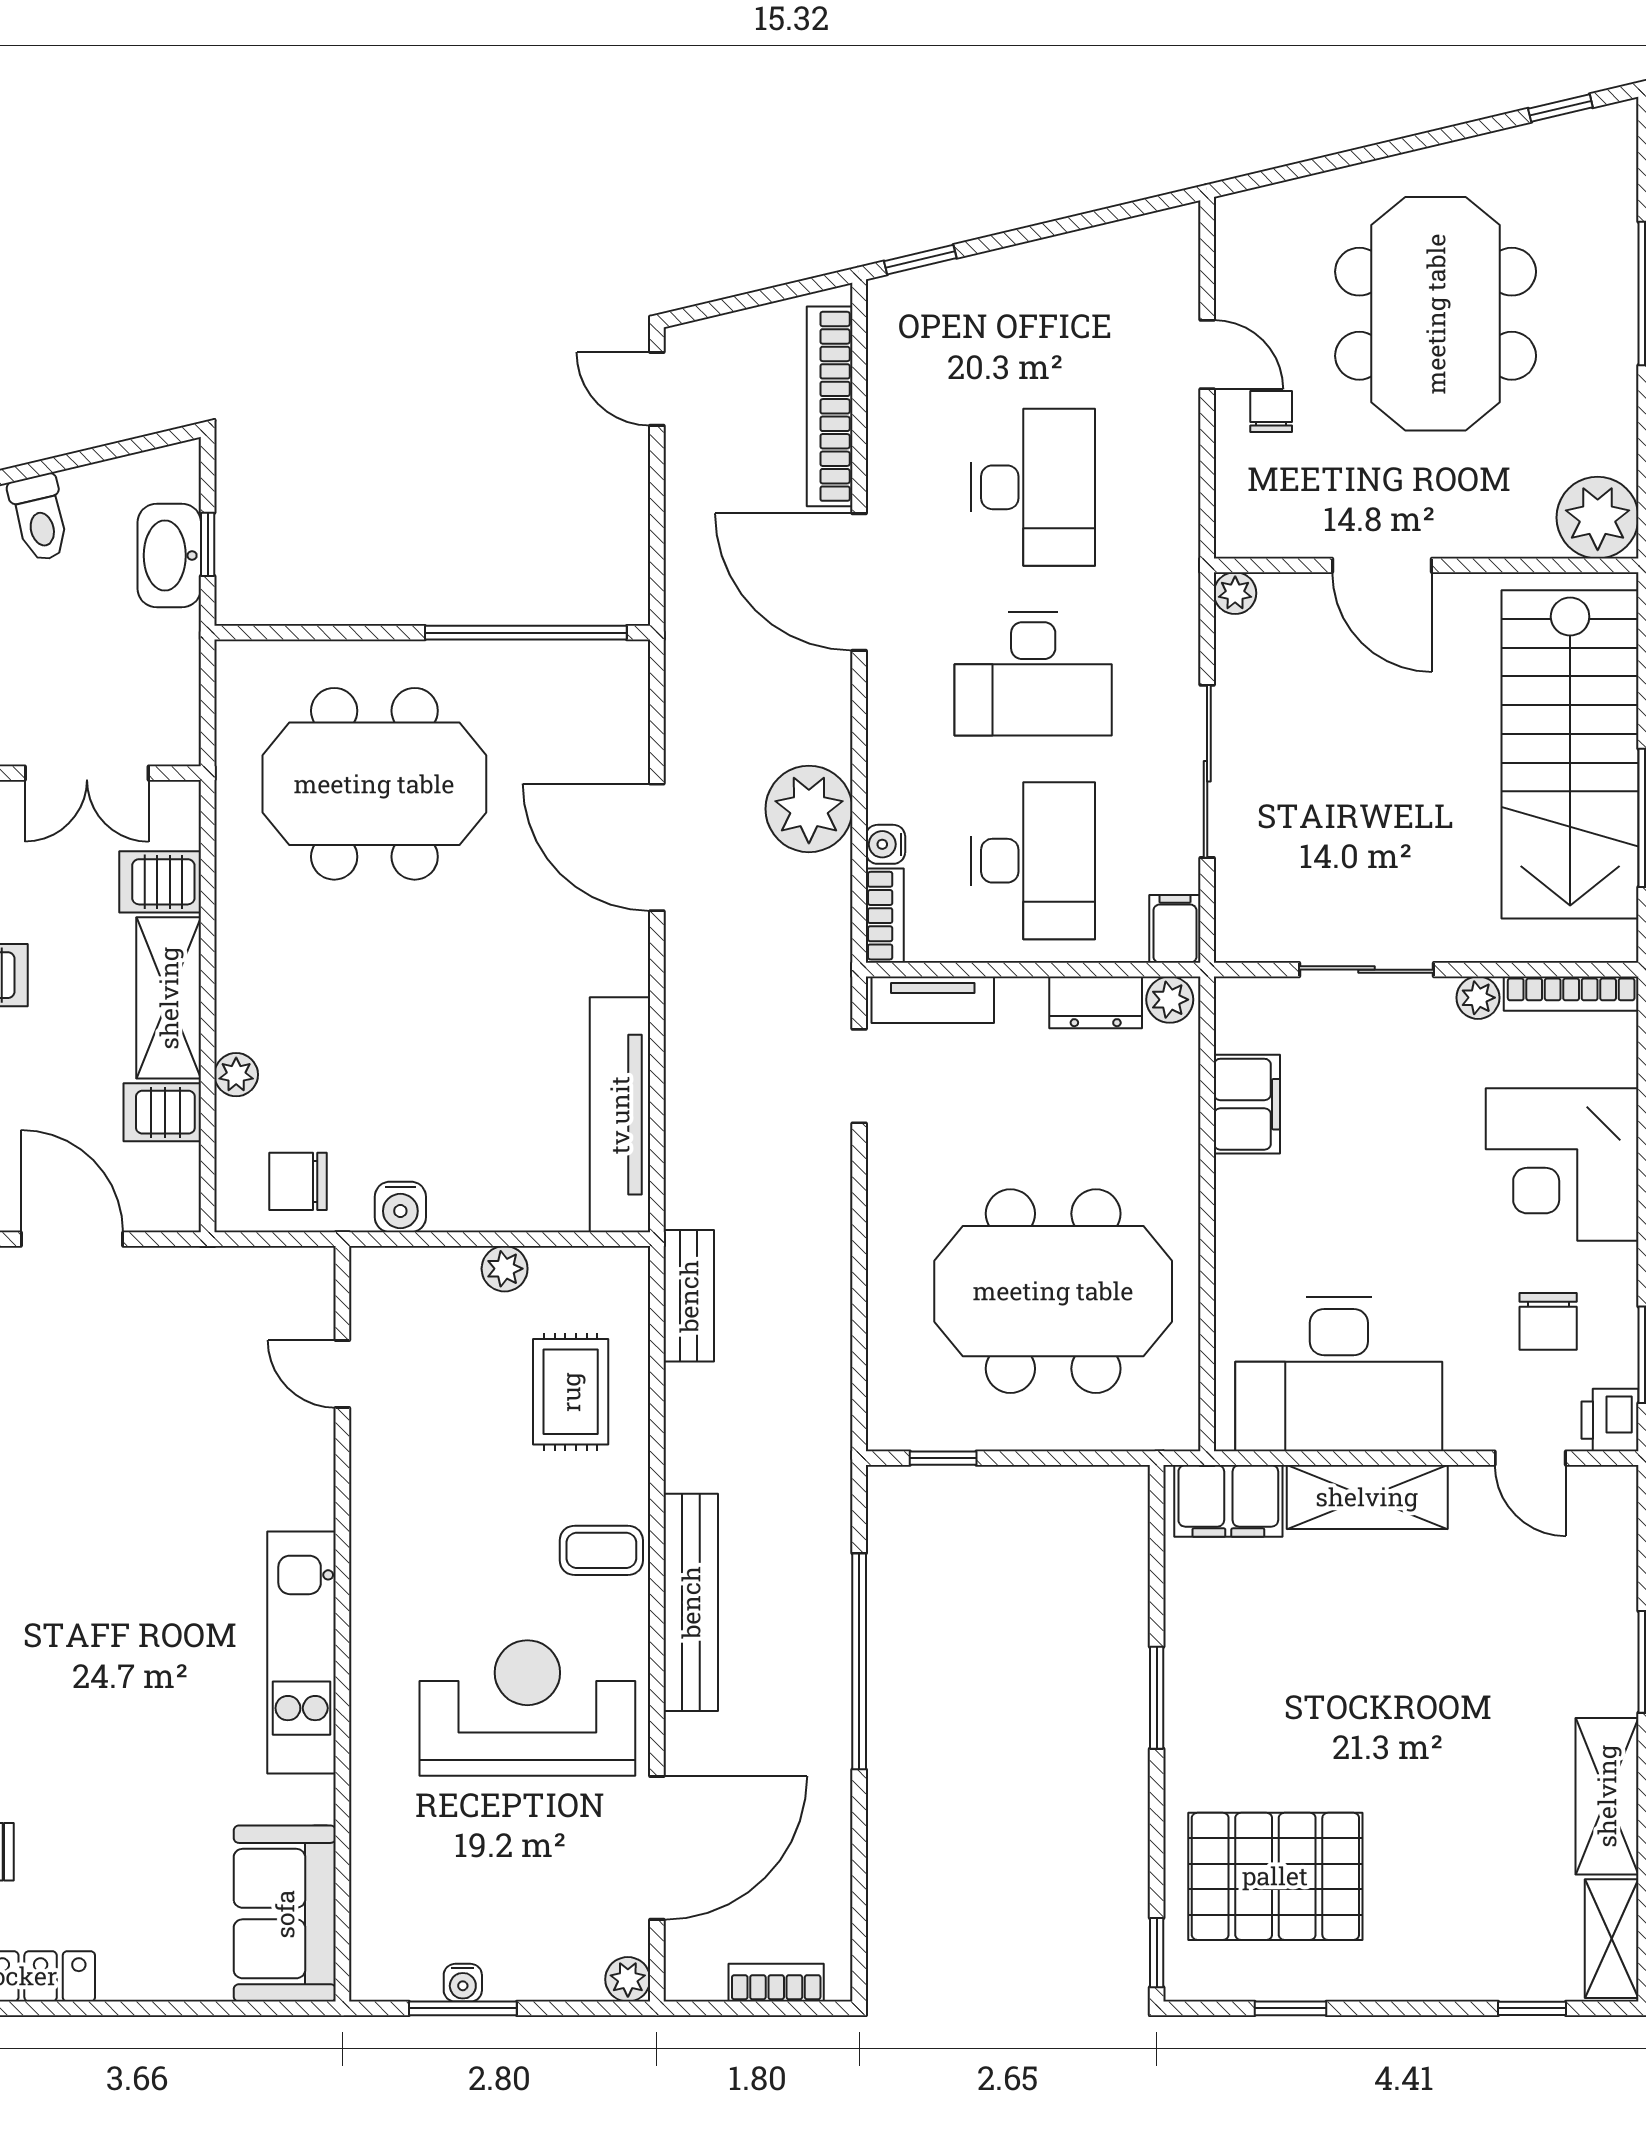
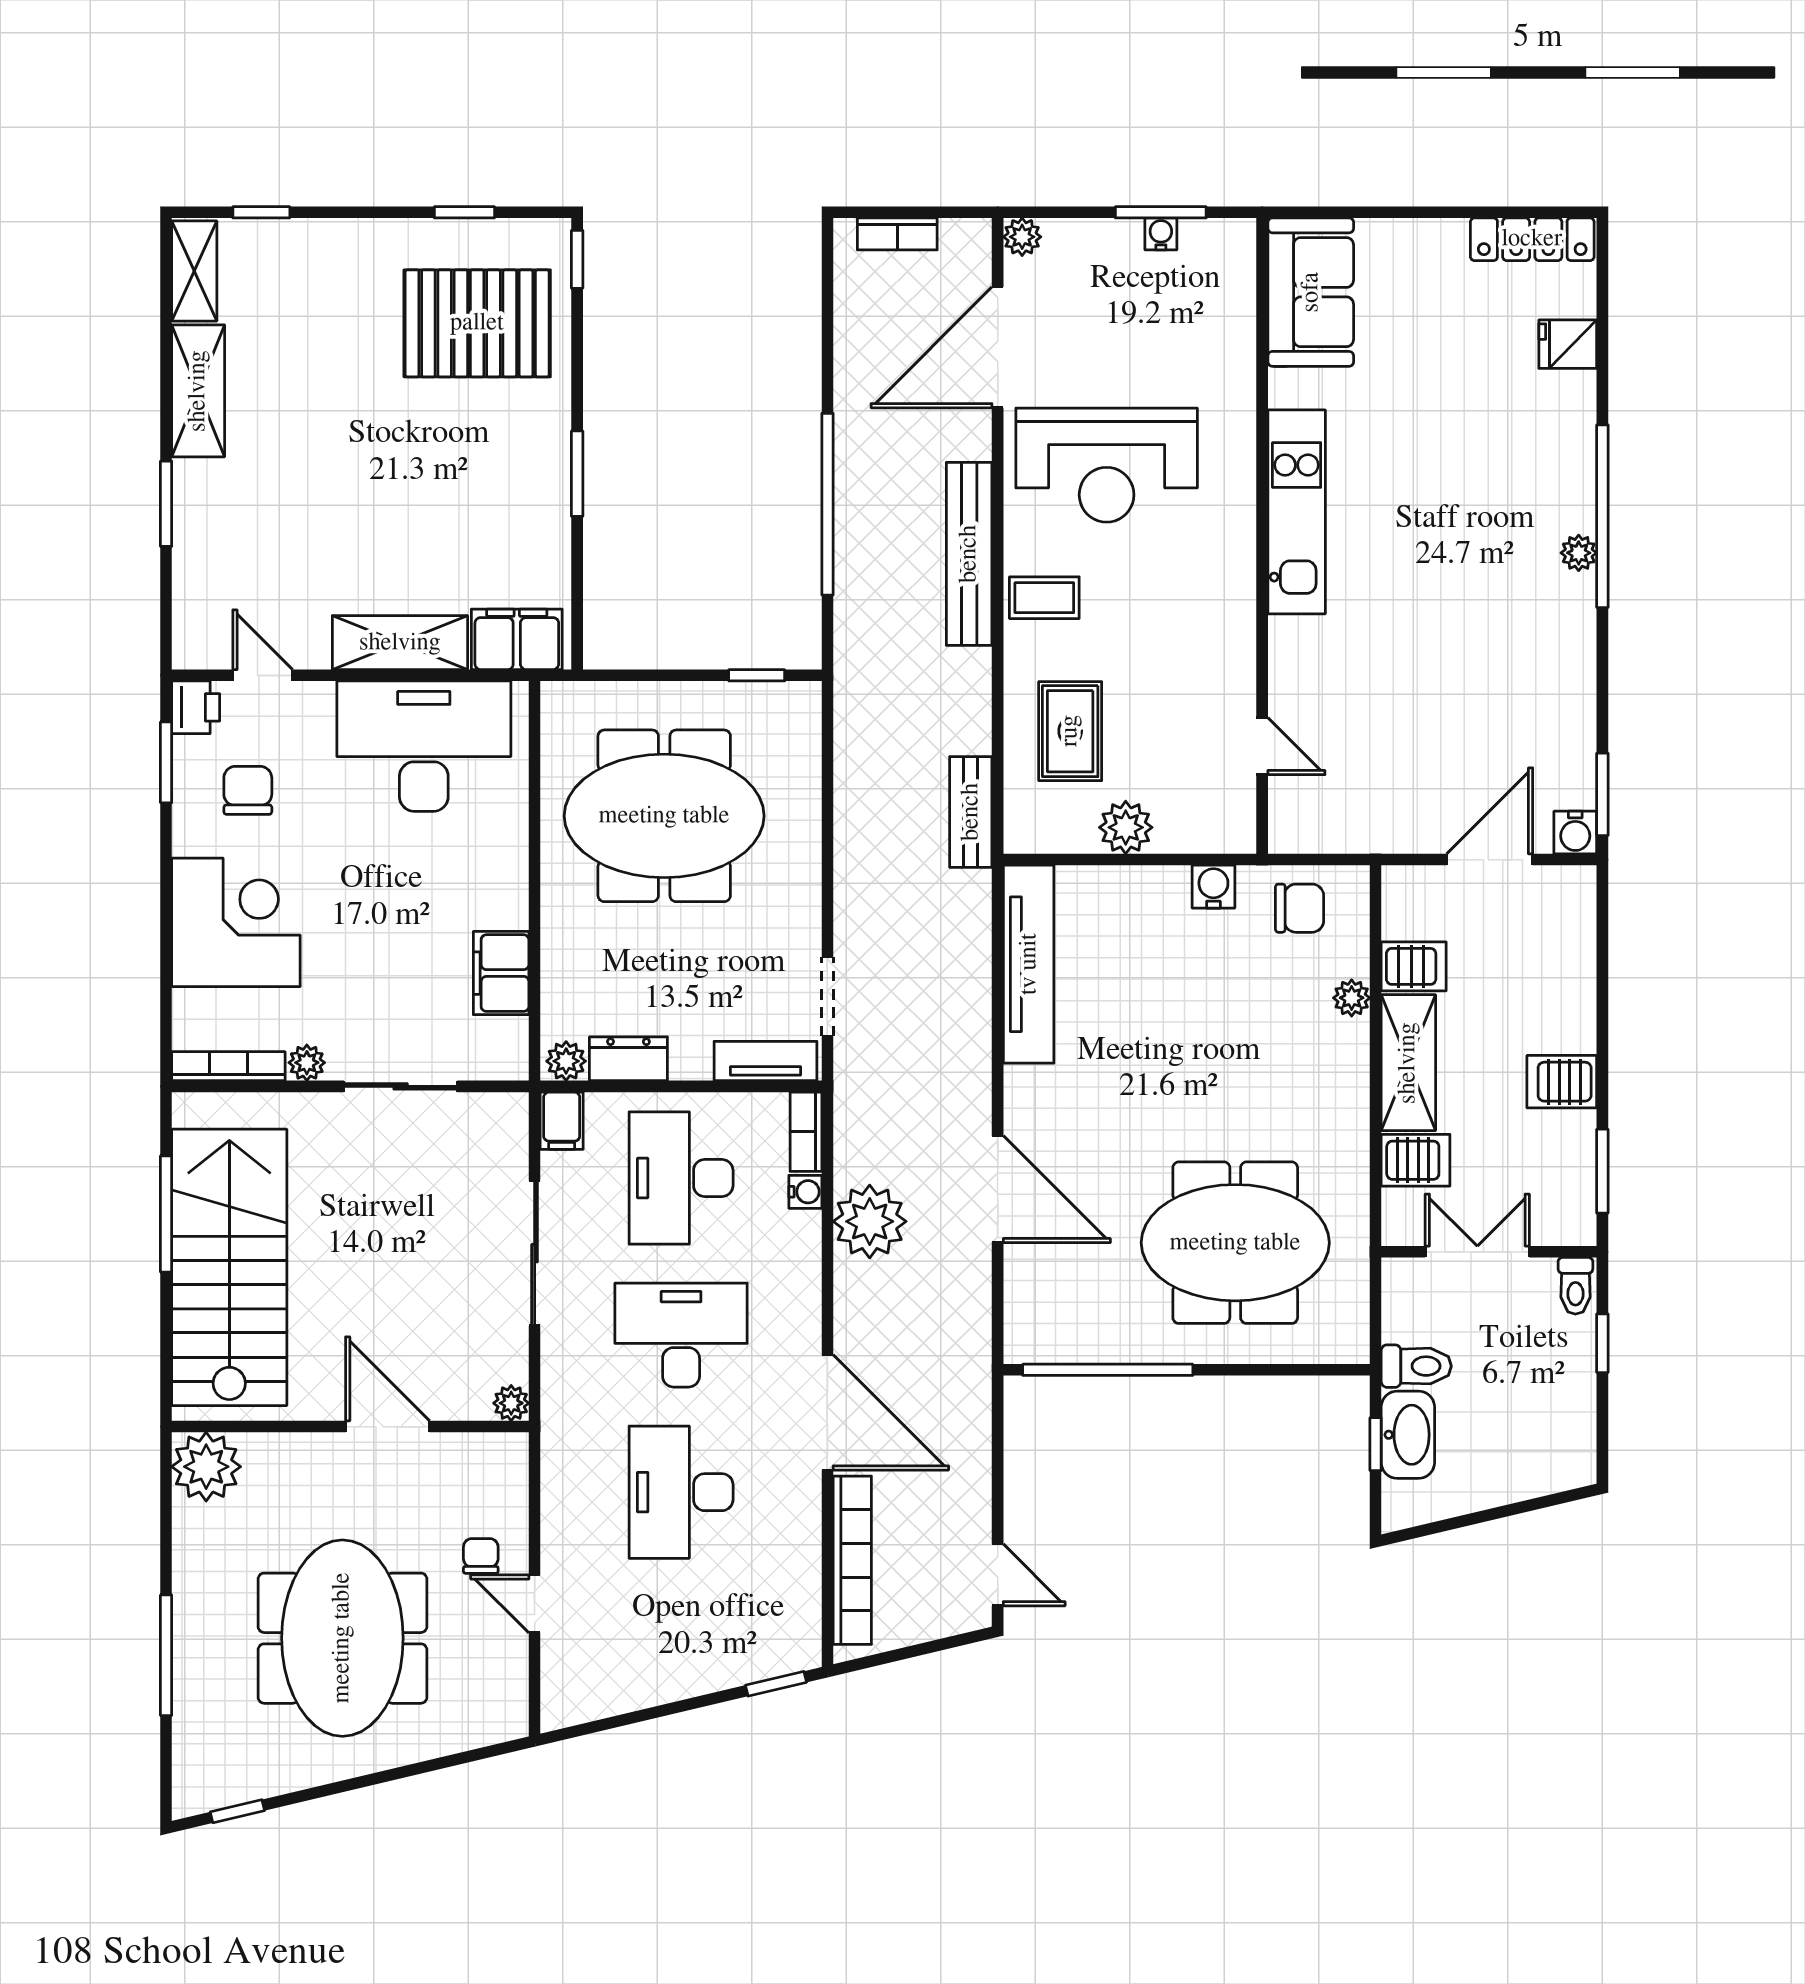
chair: (1271, 411) -> (481, 1556), turned 180
toilet: (40, 518) -> (1416, 1366), moved, turned 103
door: (72, 1239) -> (1490, 860), swing flipped
plant: (505, 1269) -> (1126, 827), width x1.38, depth x1.38

